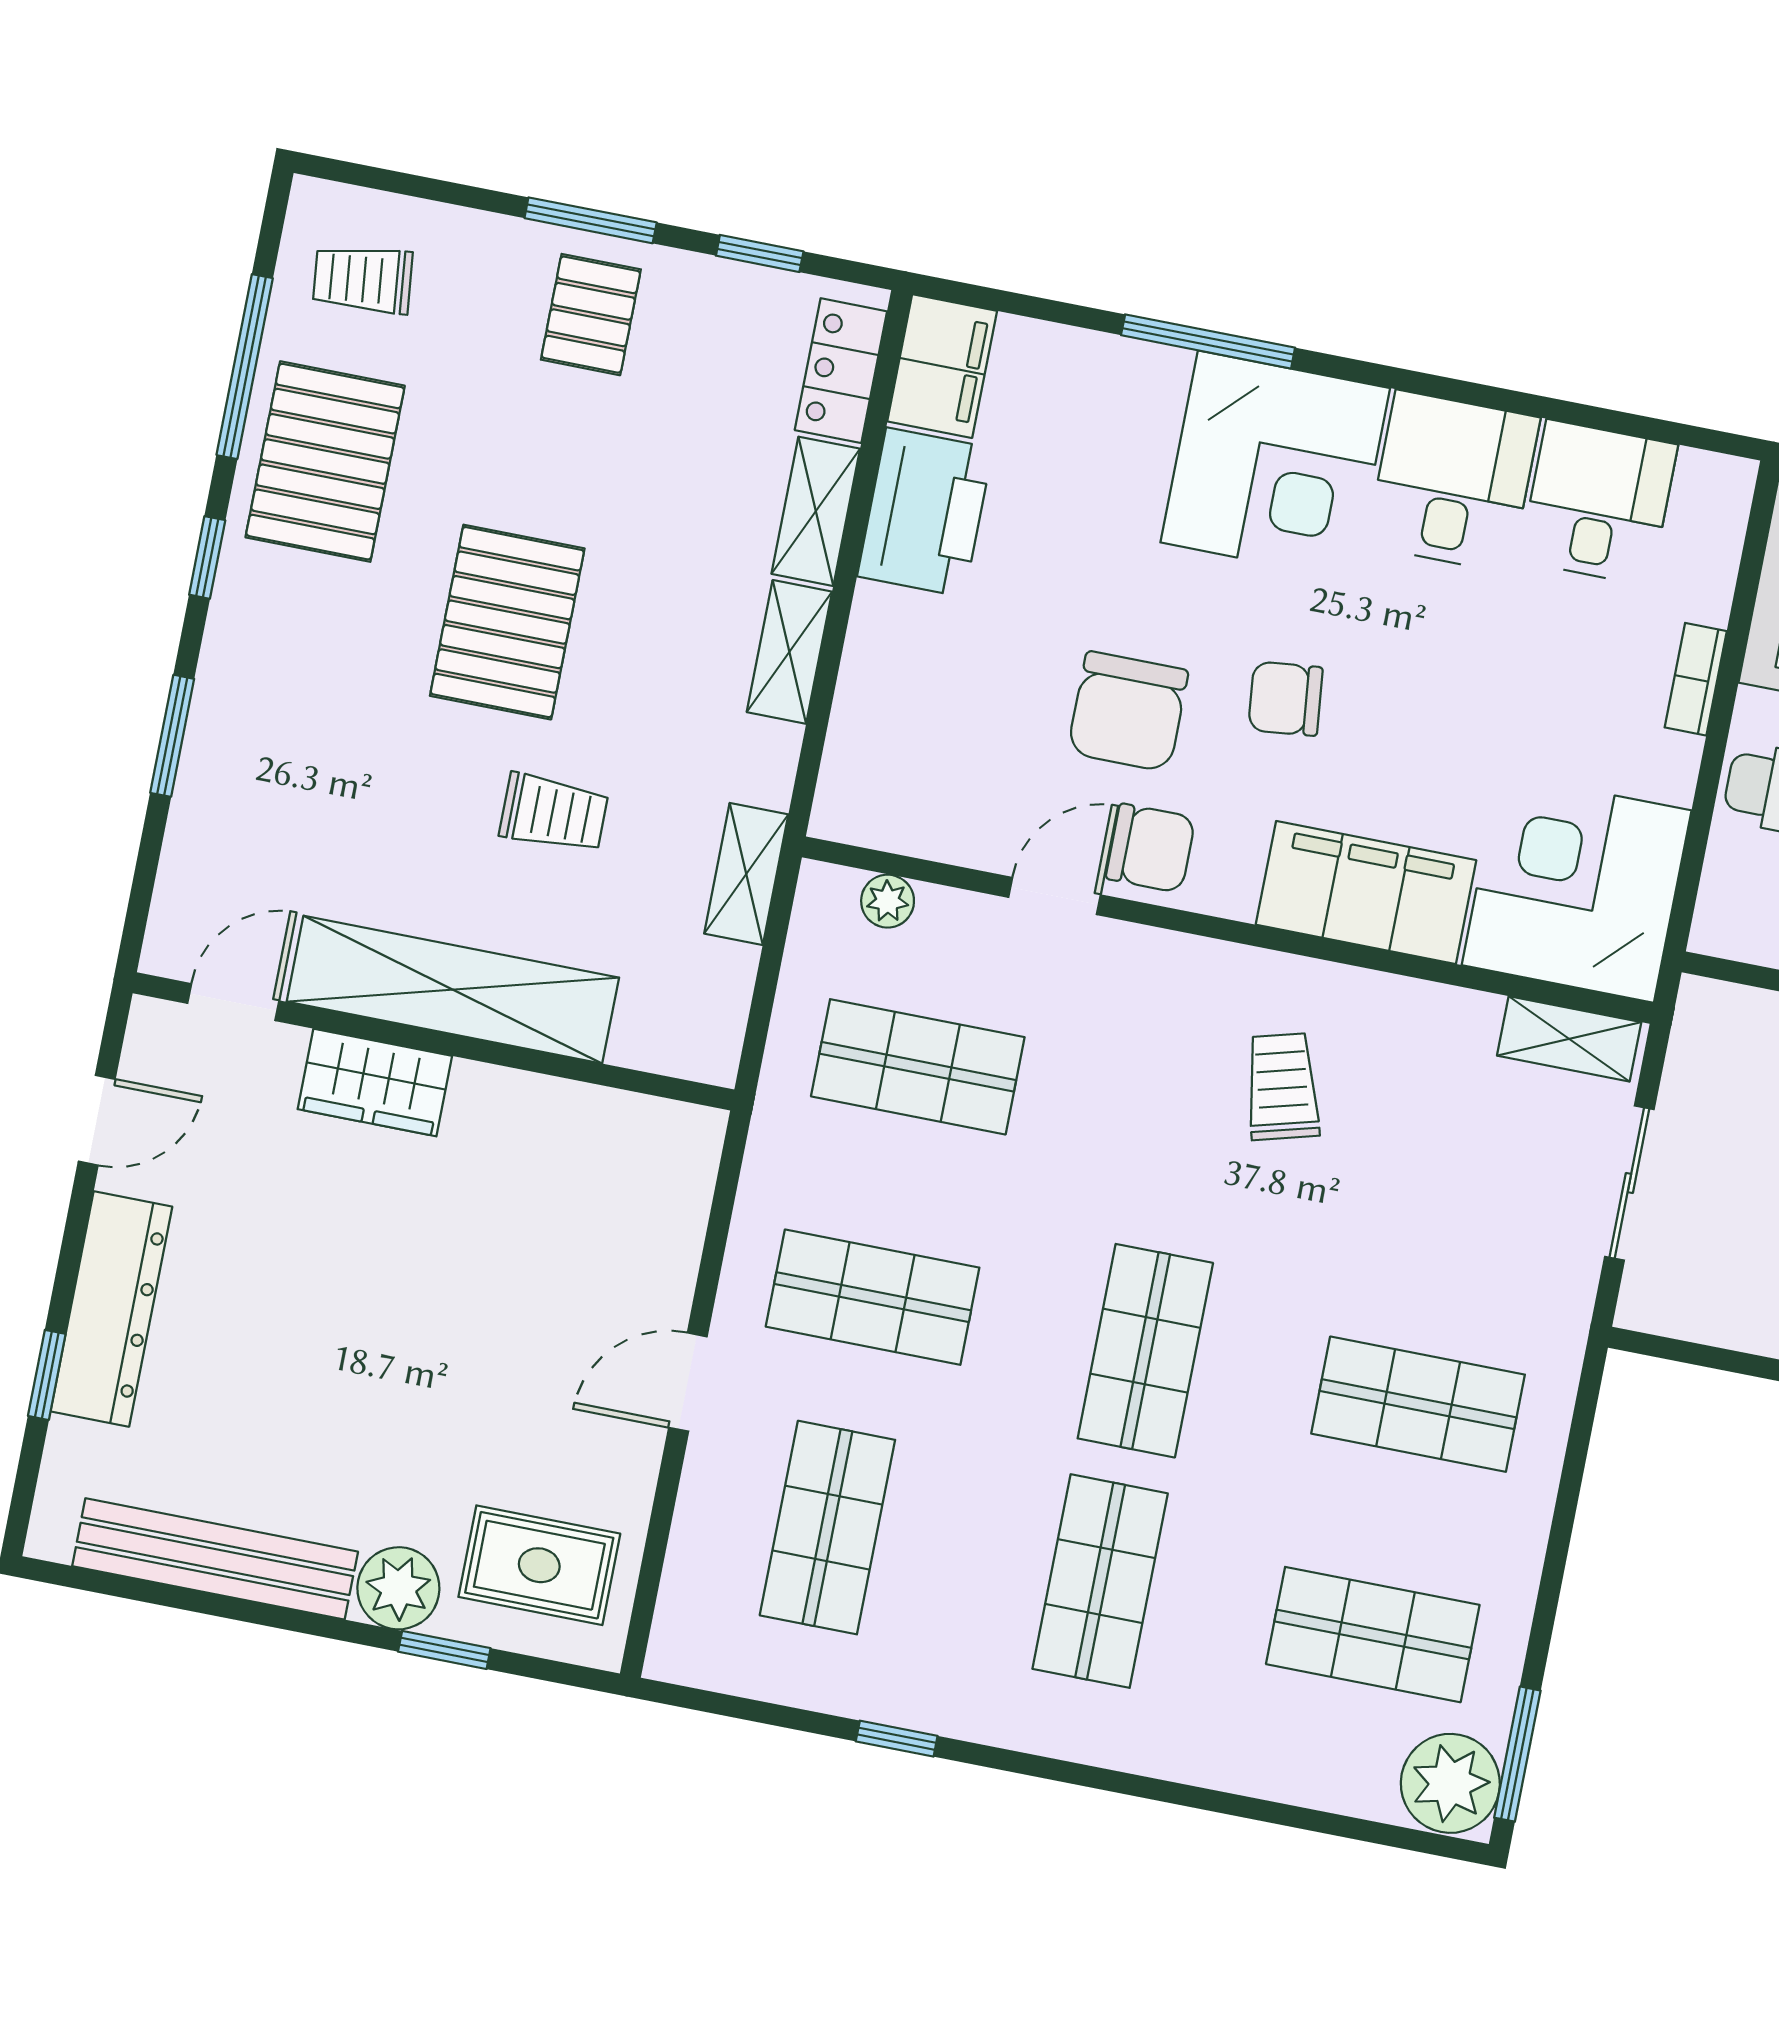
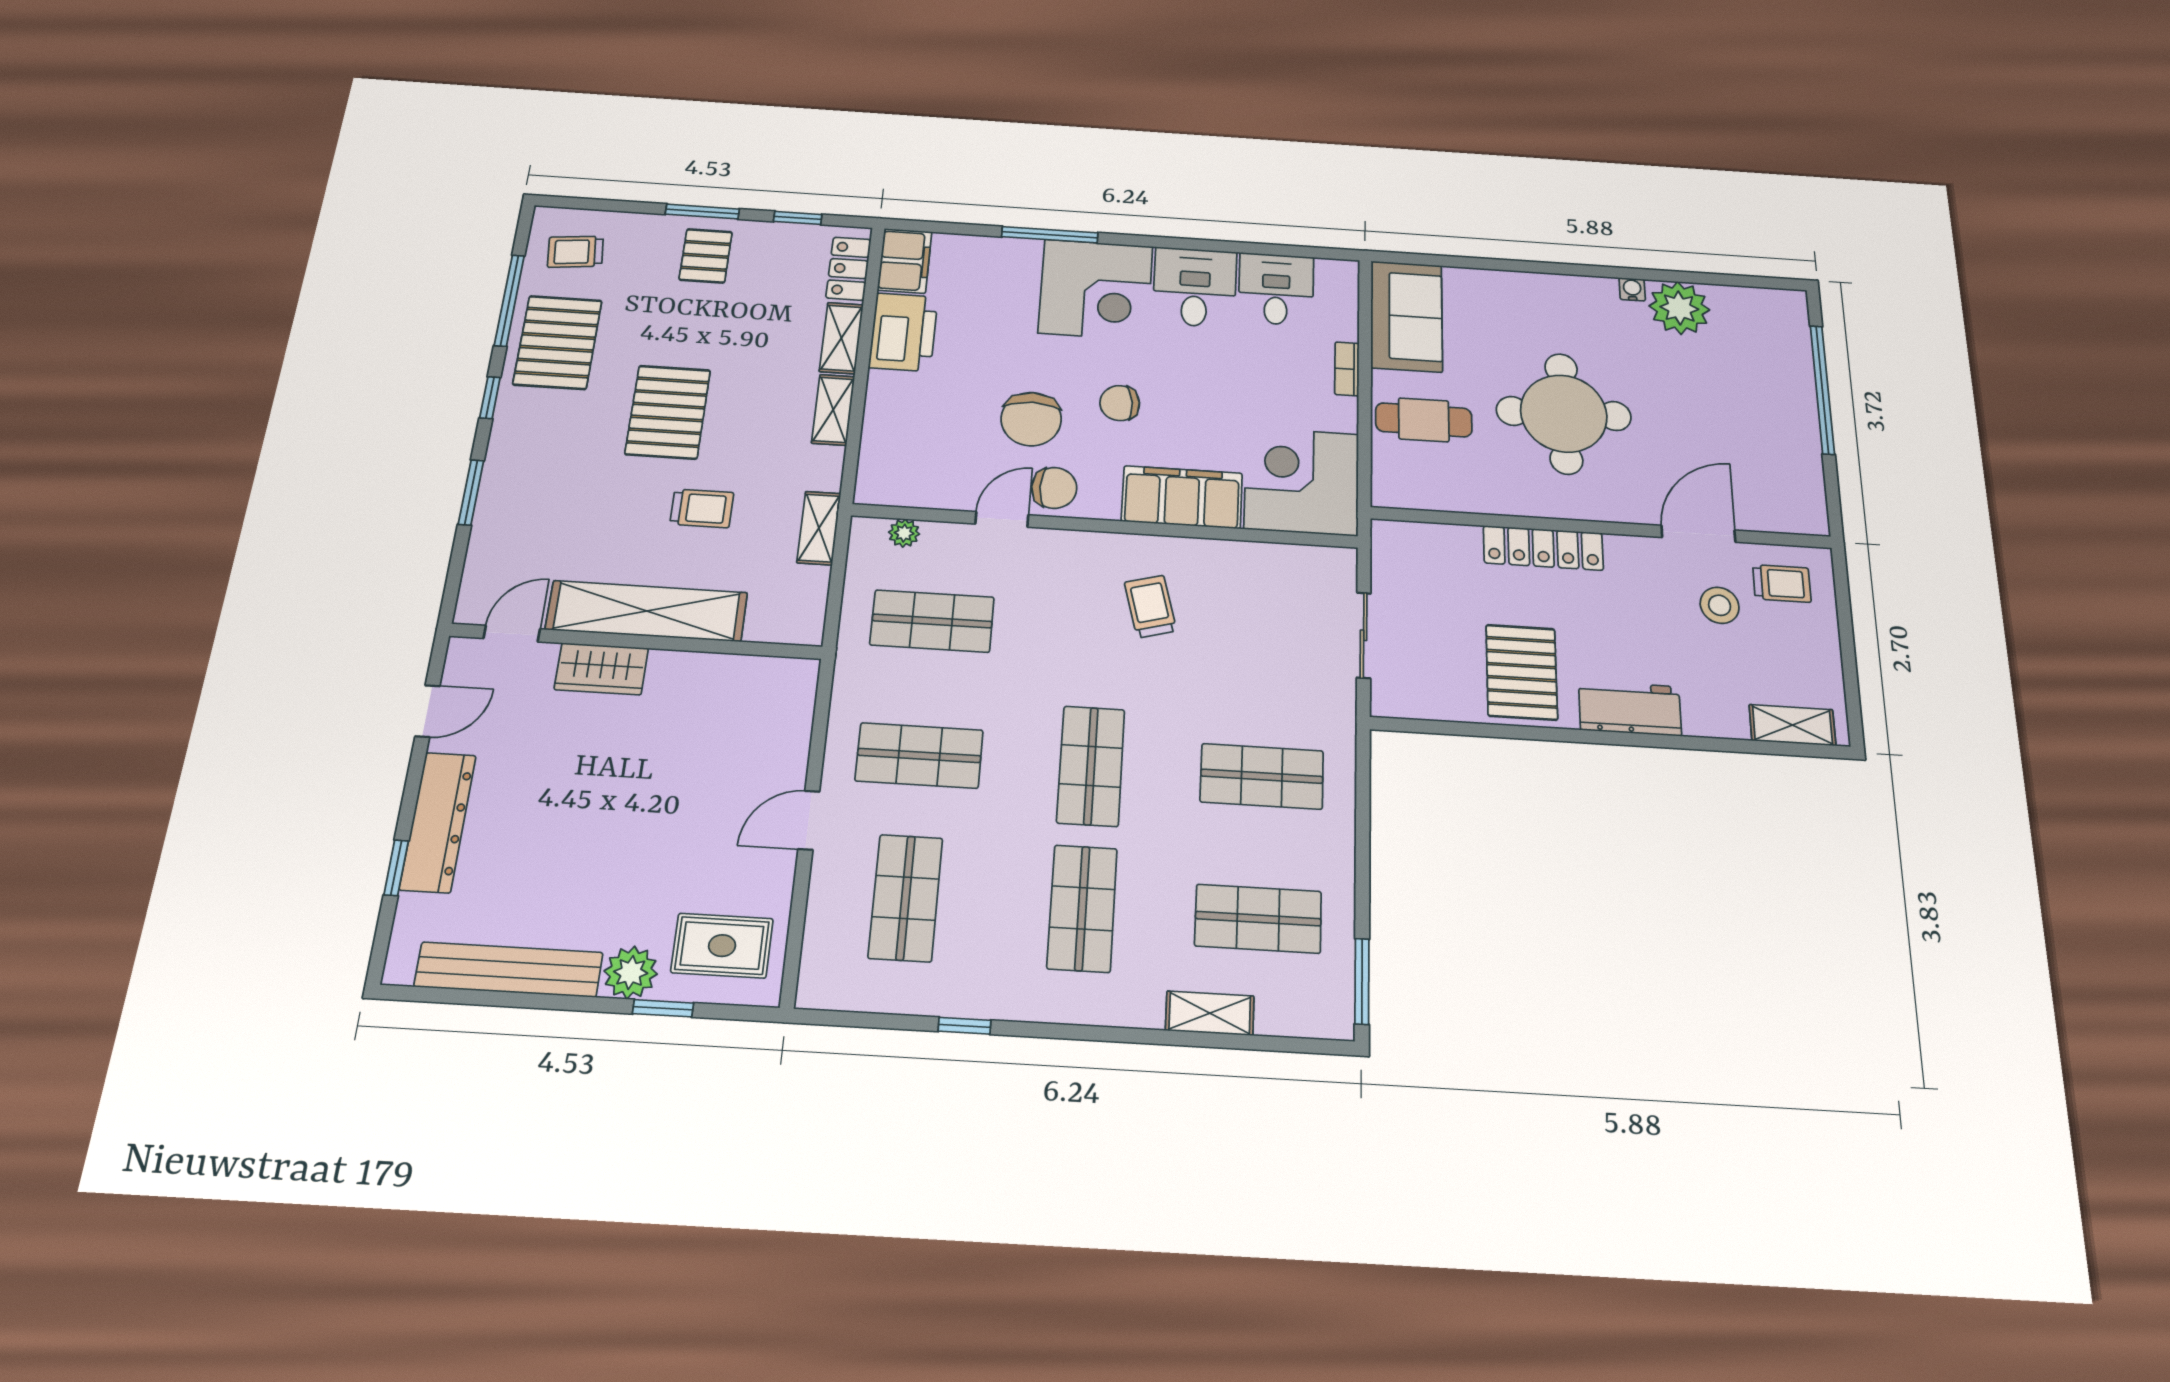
shelving: (1569, 1039) -> (1210, 1013), moved
plant: (1450, 1783) -> (1323, 1006), removed

